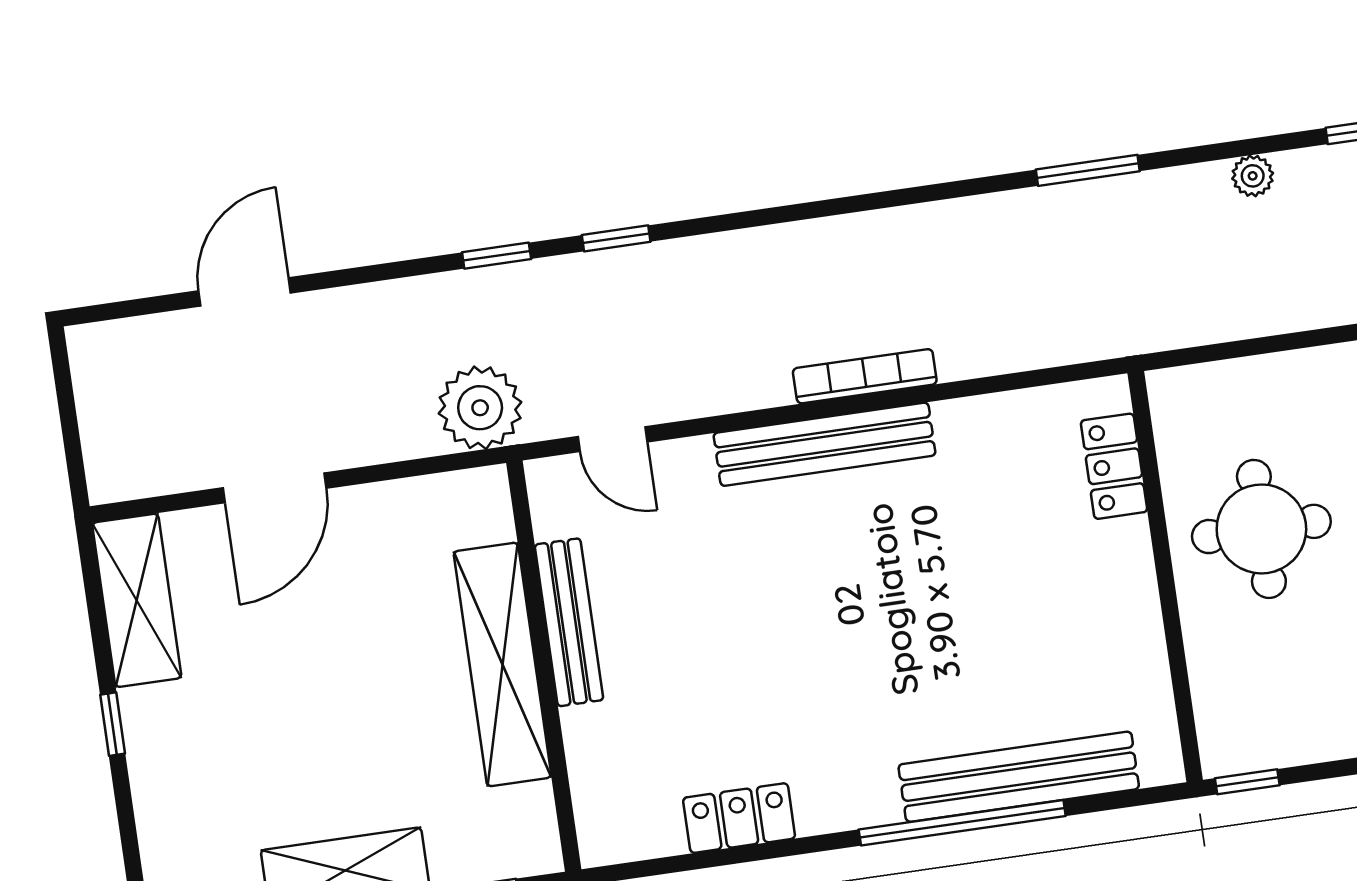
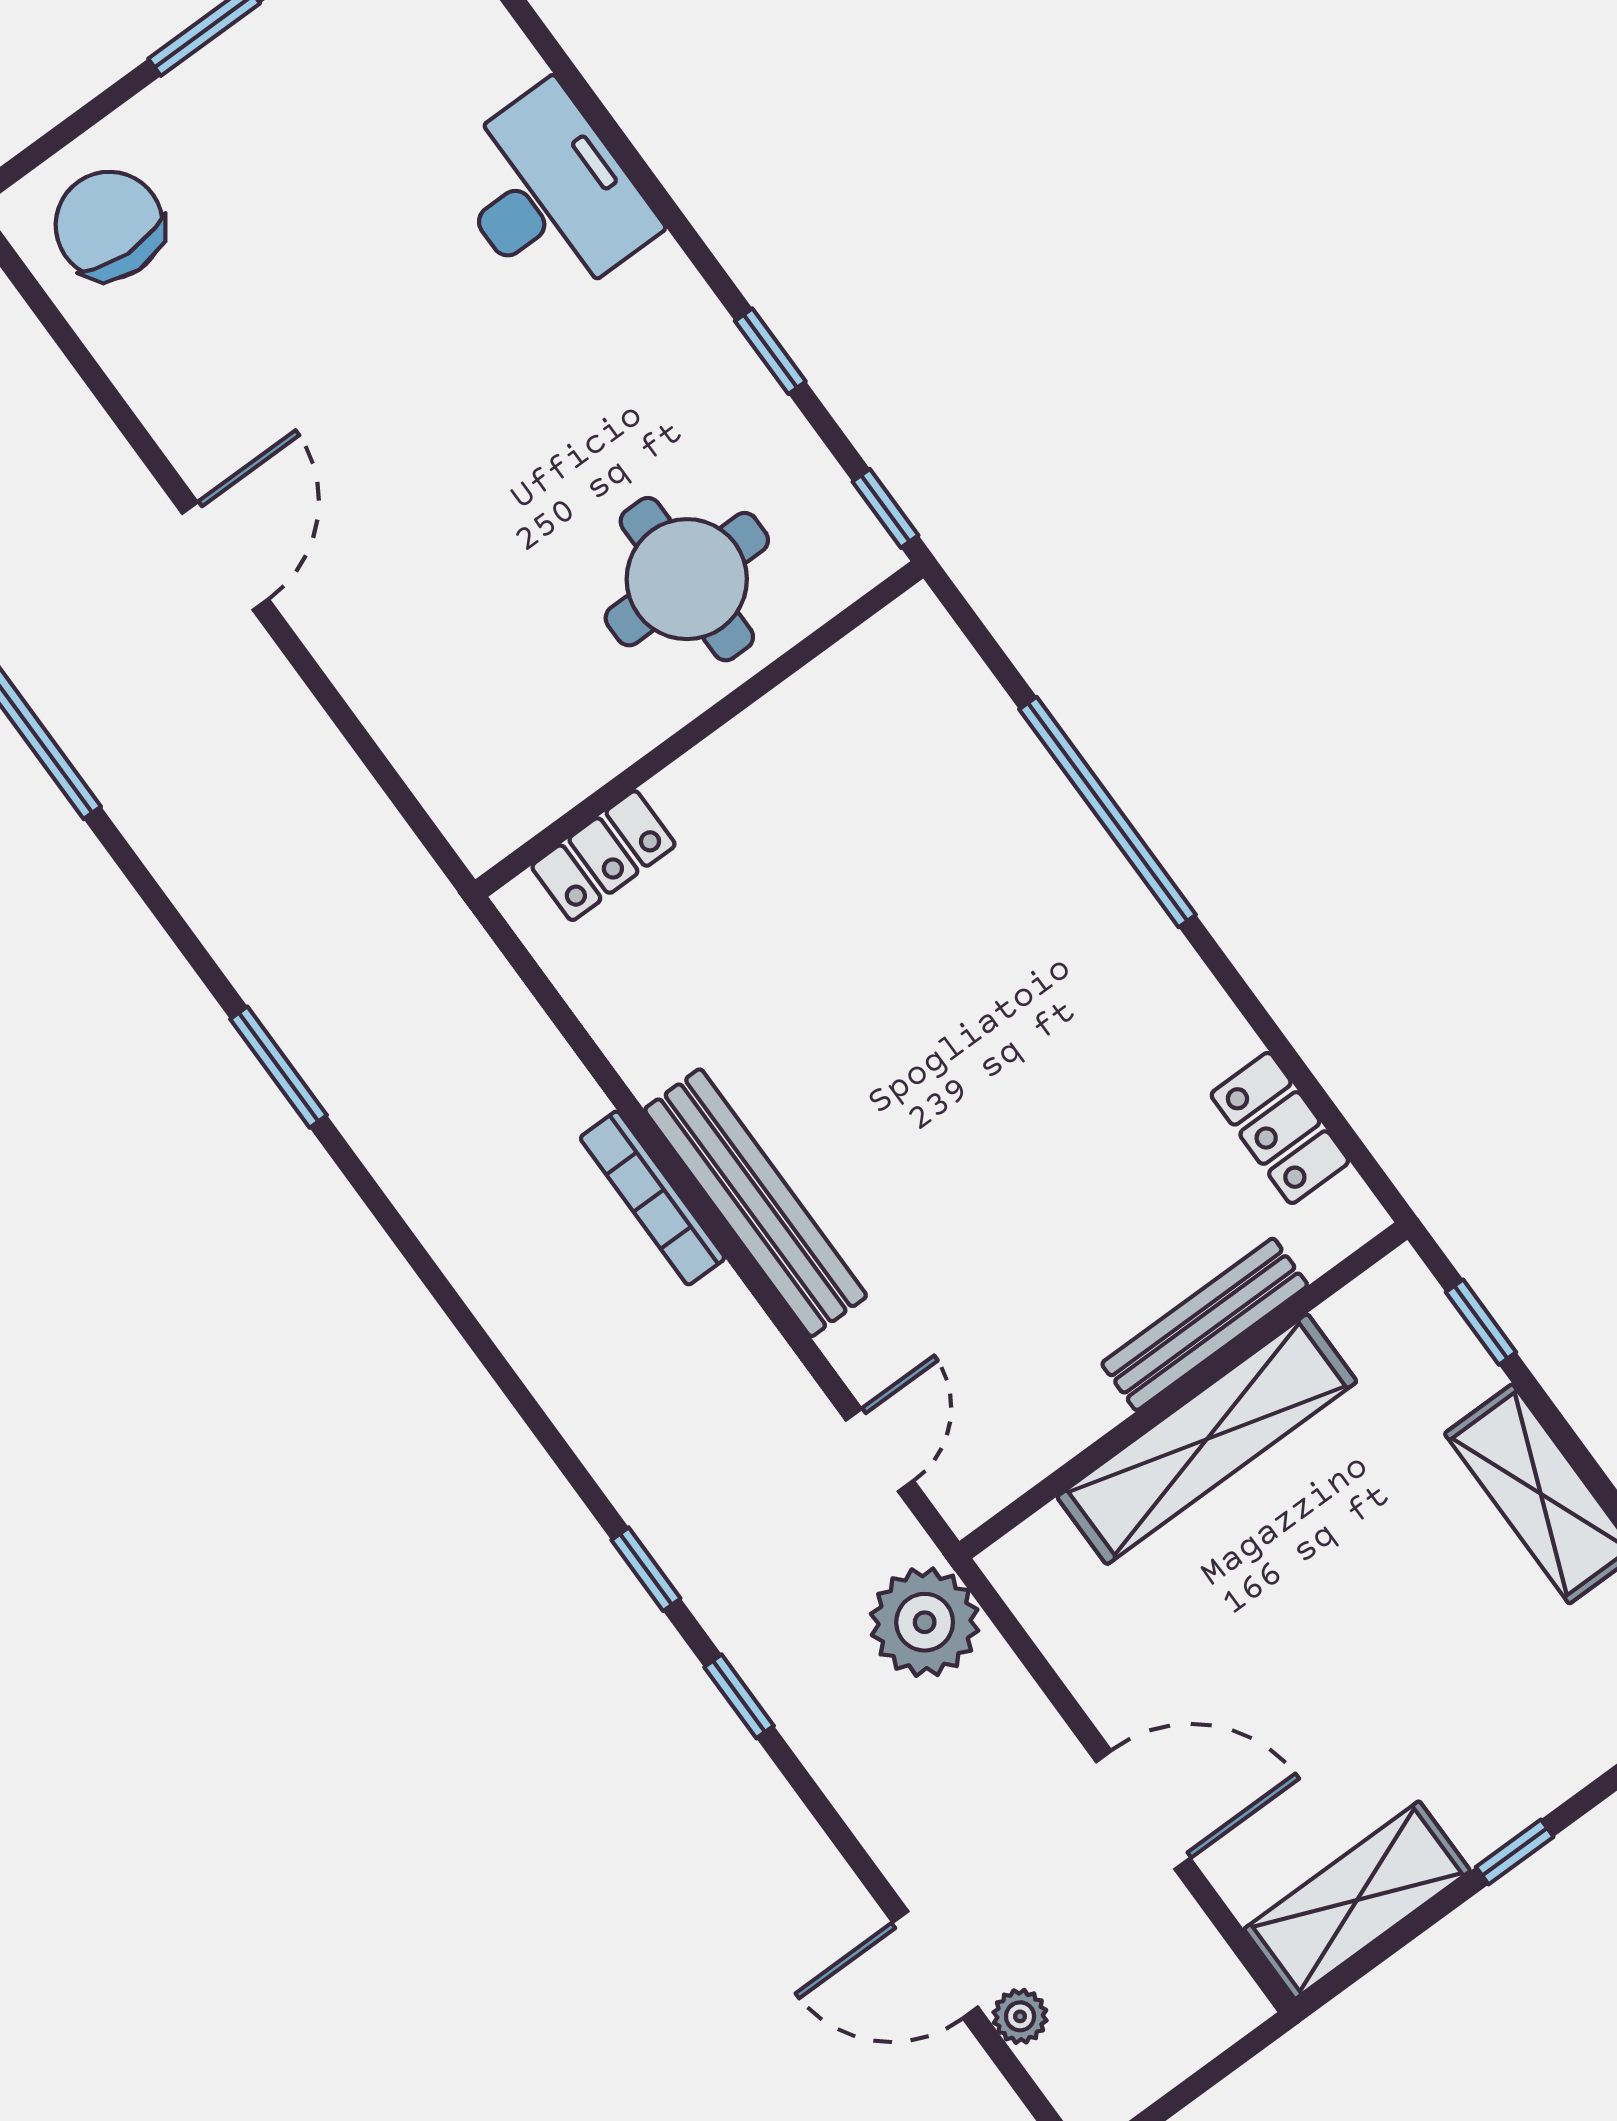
plant: (1253, 176) -> (1020, 2016), moved
round table: (1261, 529) -> (687, 579), moved
bench: (569, 622) -> (1205, 1324), moved
bench: (1019, 777) -> (1020, 775), removed
locker: (739, 818) -> (1280, 1128), moved

